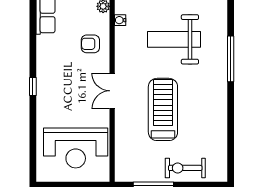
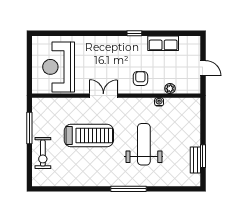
window: (33, 86) -> (134, 33), moved
exercise bike: (185, 168) -> (43, 153), turned 180

